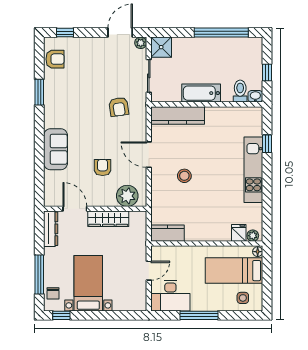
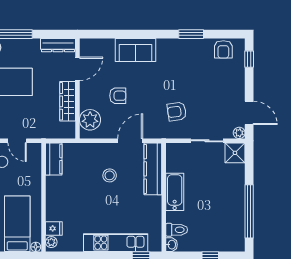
toilet: (240, 91) -> (177, 230), moved
bathtub: (201, 93) -> (175, 192), moved
washbasin: (255, 96) -> (172, 245), moved
wall: (207, 104) -> (164, 197), moved
kitchen counter: (178, 115) -> (153, 169), moved

